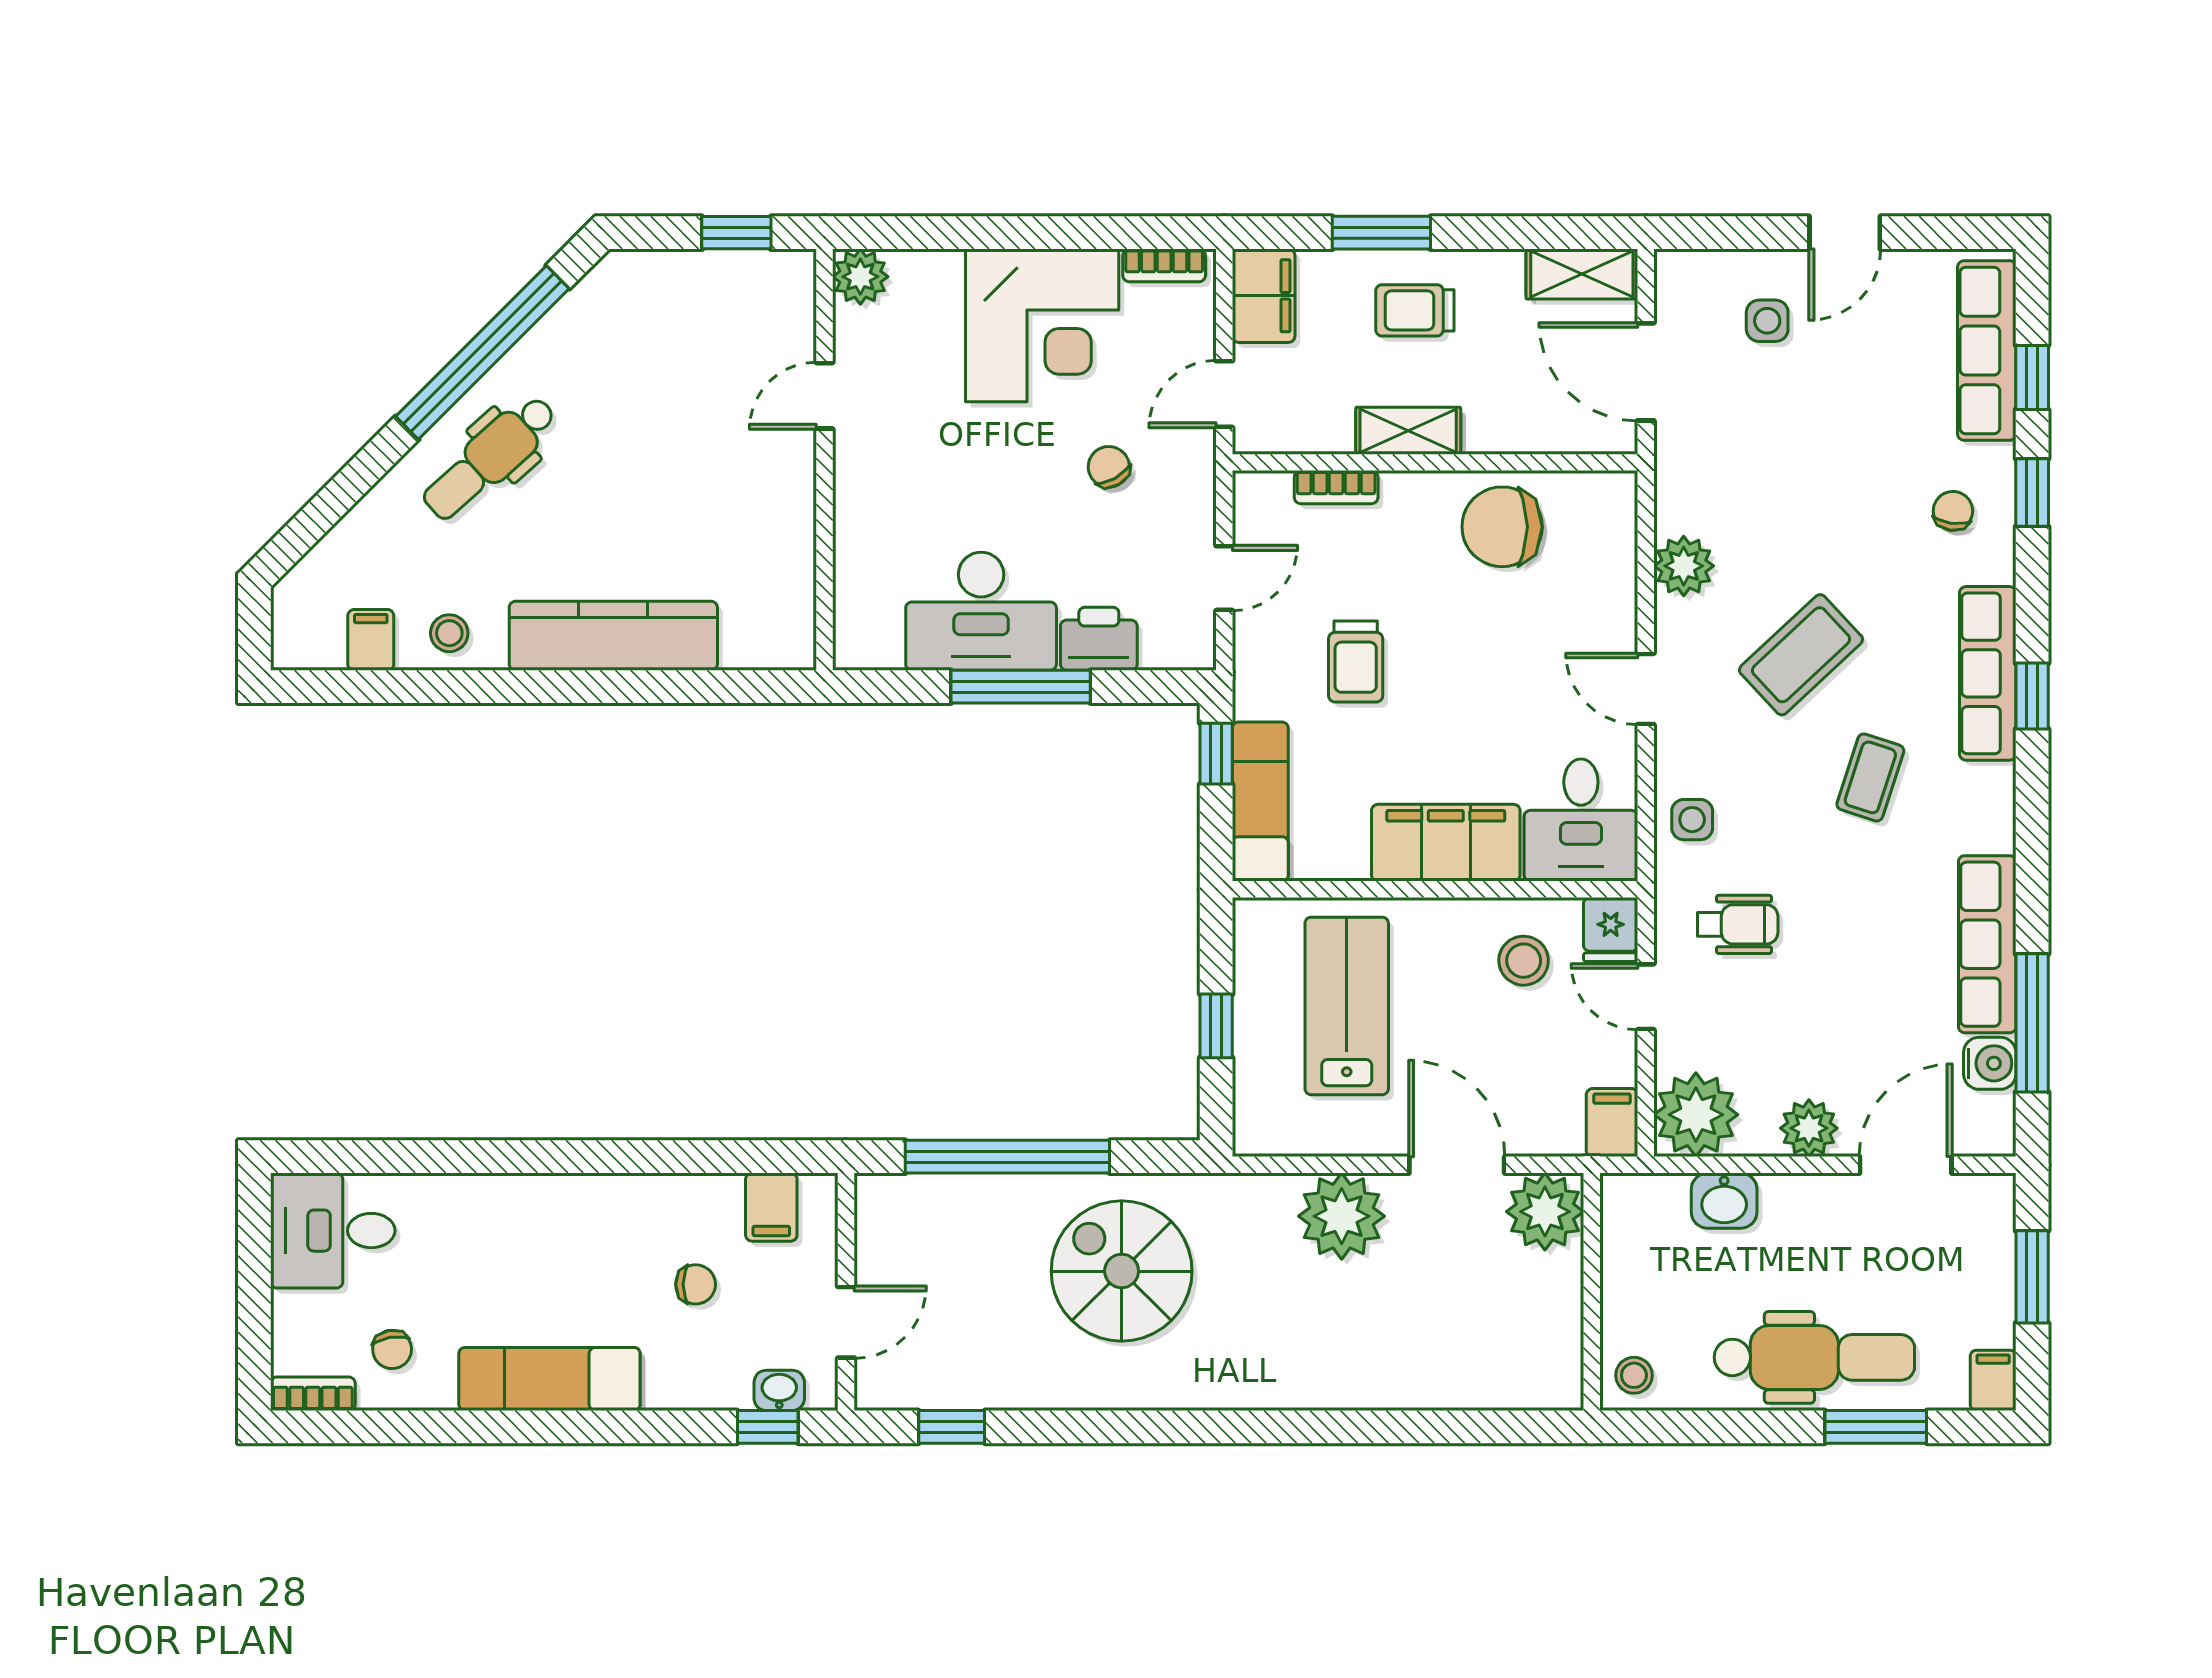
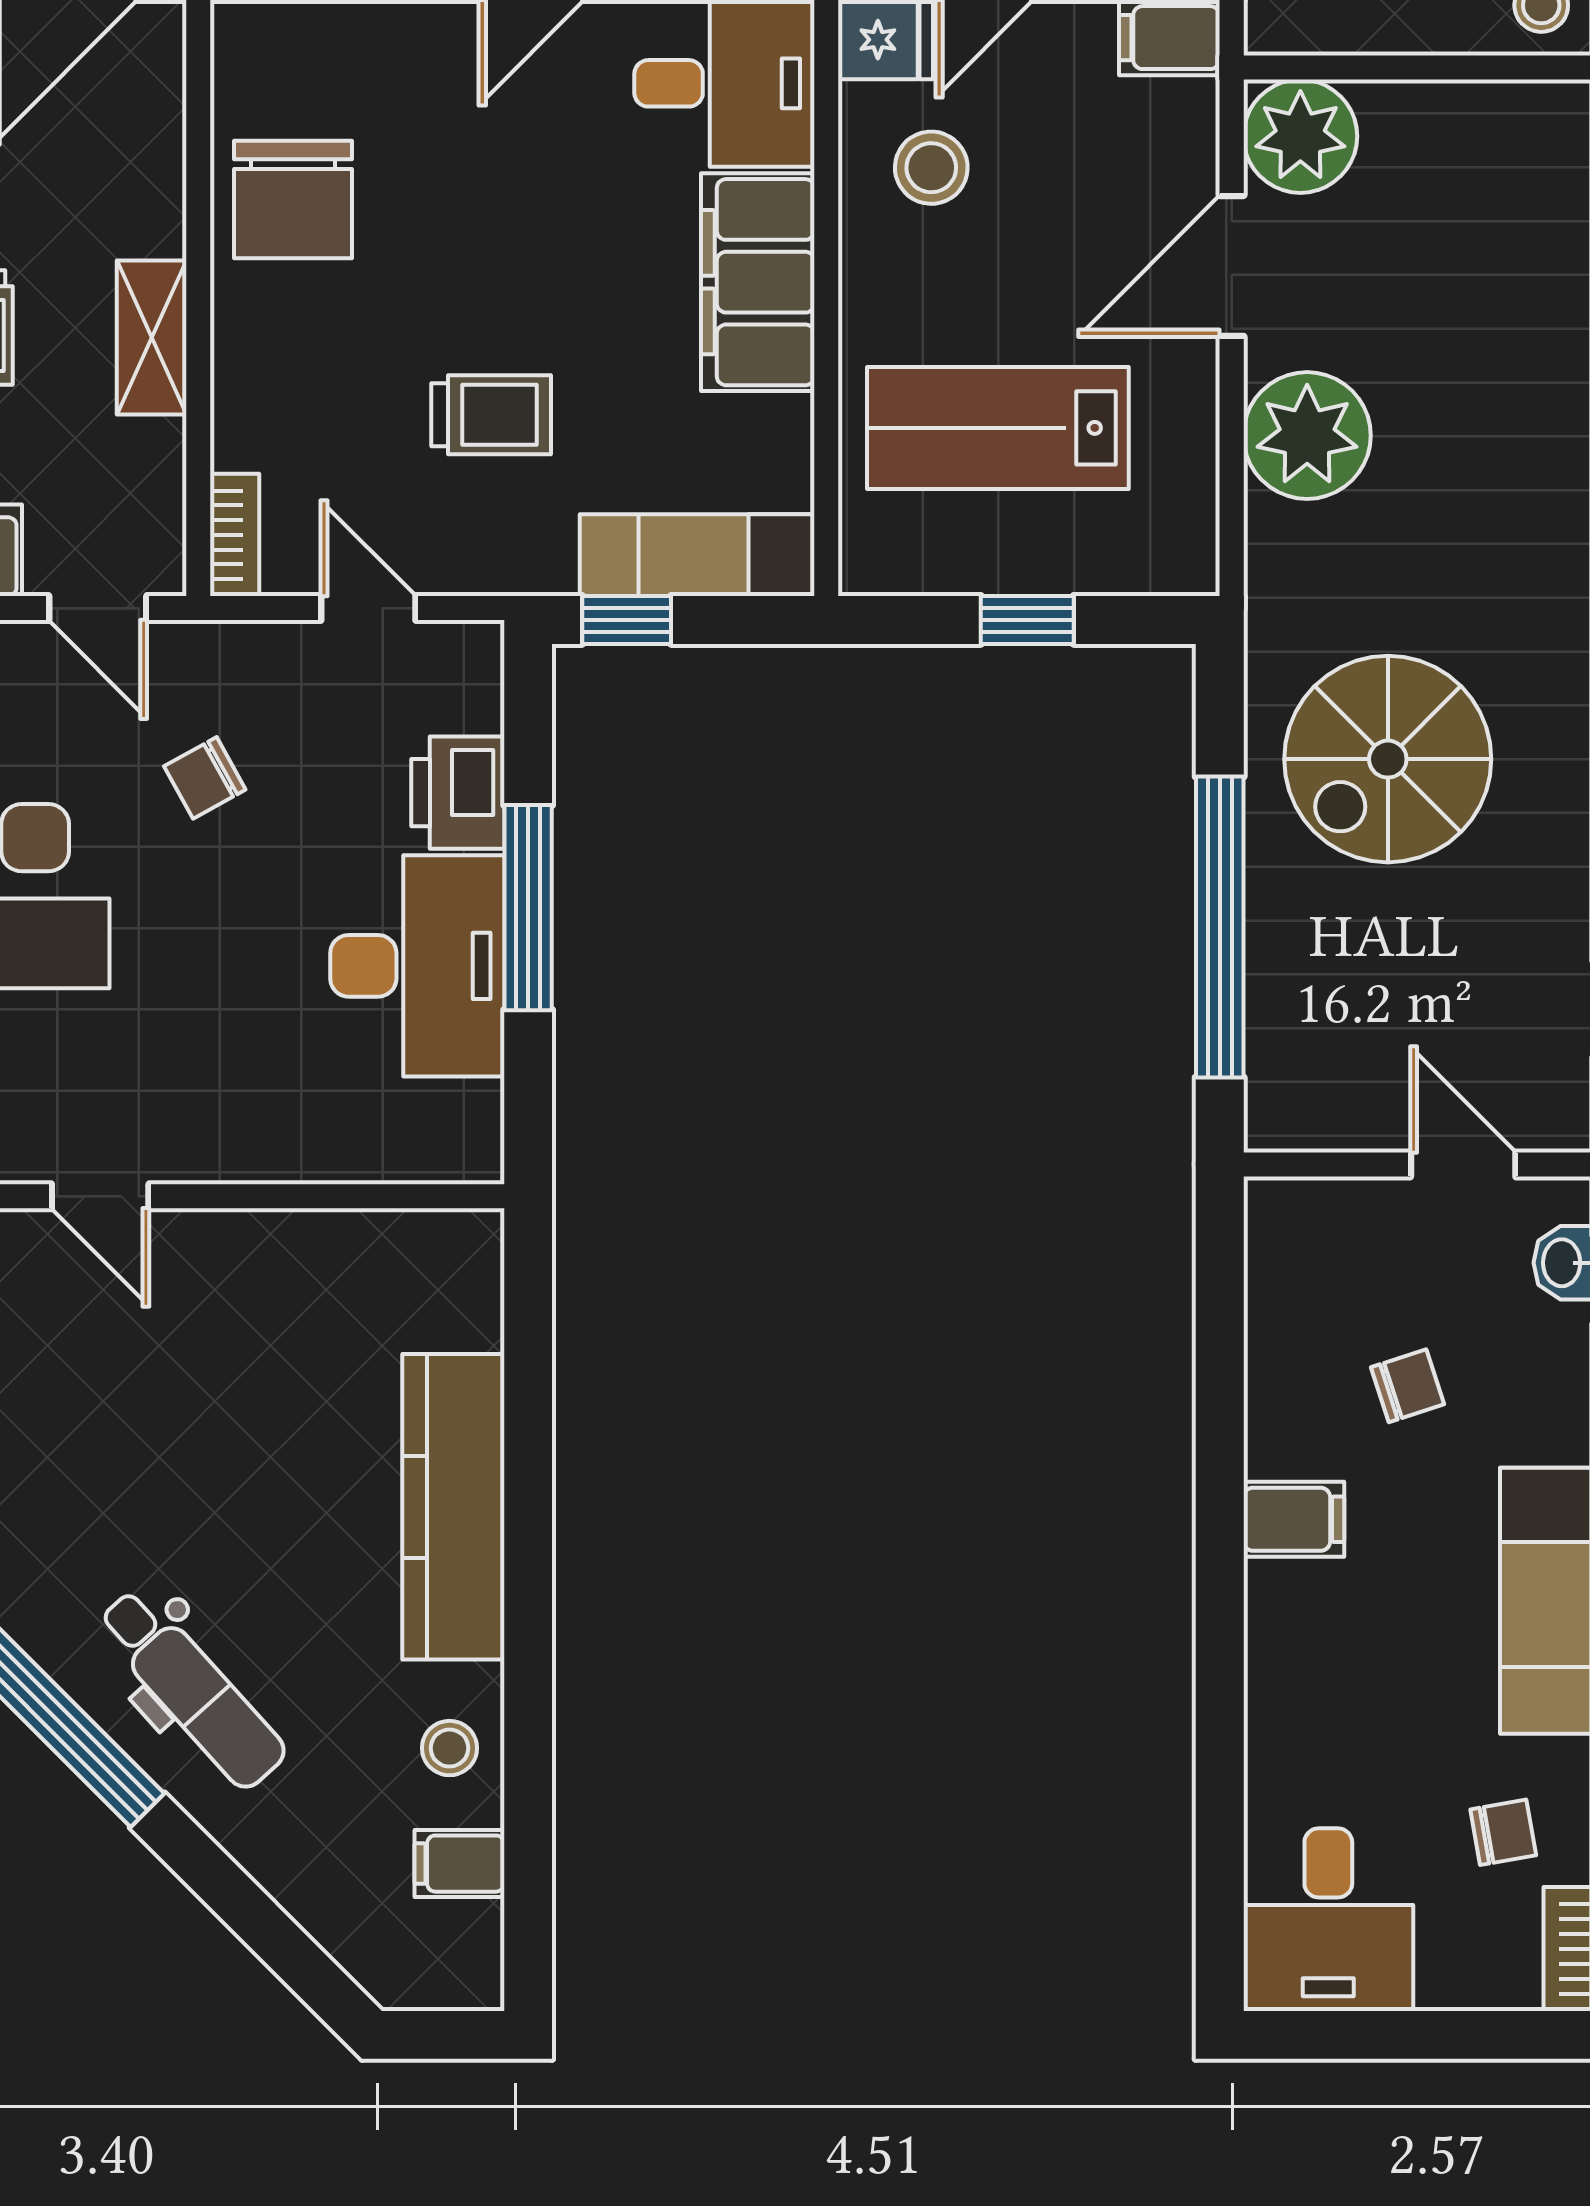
bookcase: (1336, 487) -> (235, 535), moved
filing cabinet: (771, 1207) -> (1294, 1519), moved
chair: (696, 1284) -> (1408, 1386), turned 72

